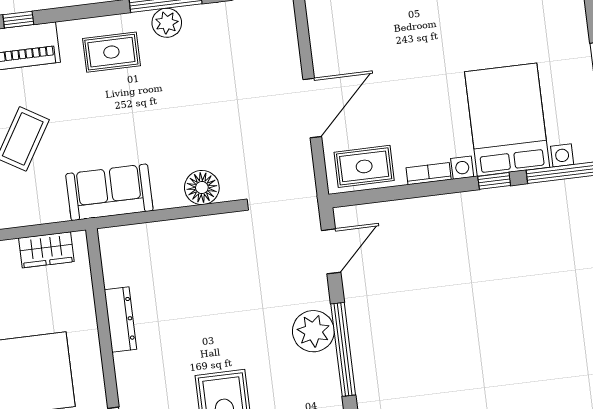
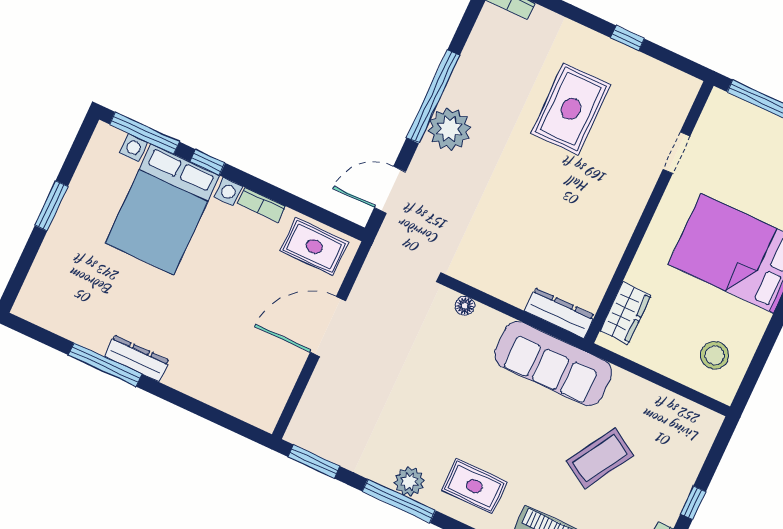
floor lamp: (202, 188) -> (465, 306), width x0.53, depth x0.53
sofa: (109, 192) -> (553, 364), width x1.36
wardrobe: (46, 250) -> (625, 313), moved, turned 90
dresser: (120, 319) -> (560, 313), moved, turned 90

